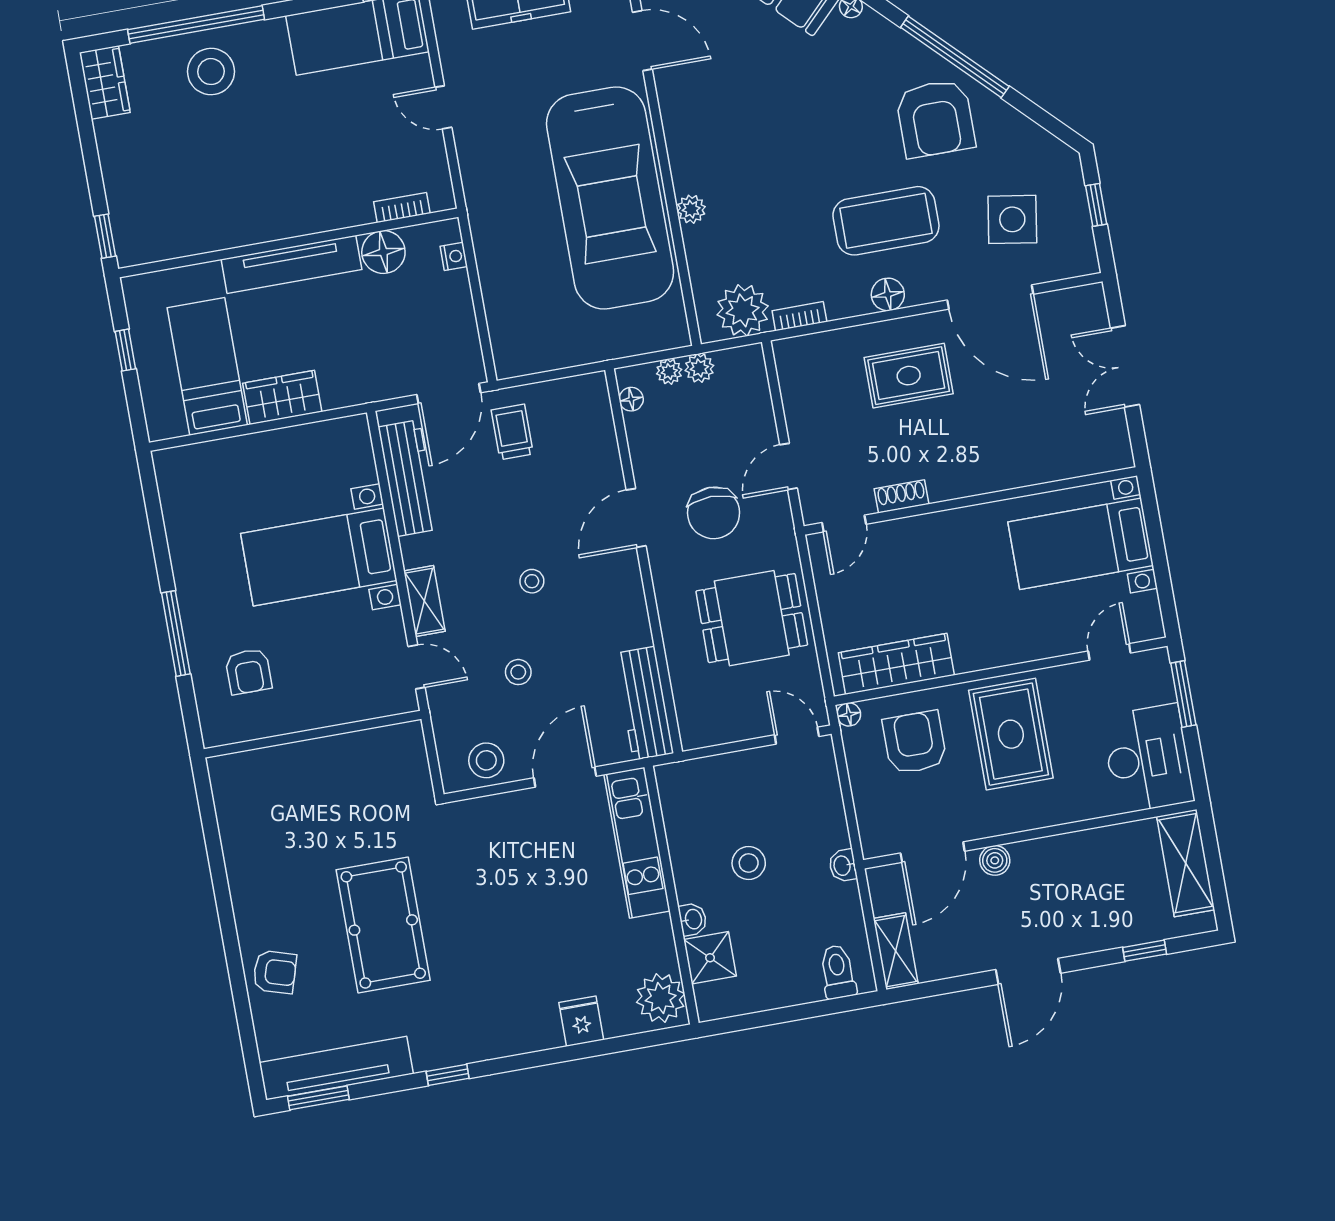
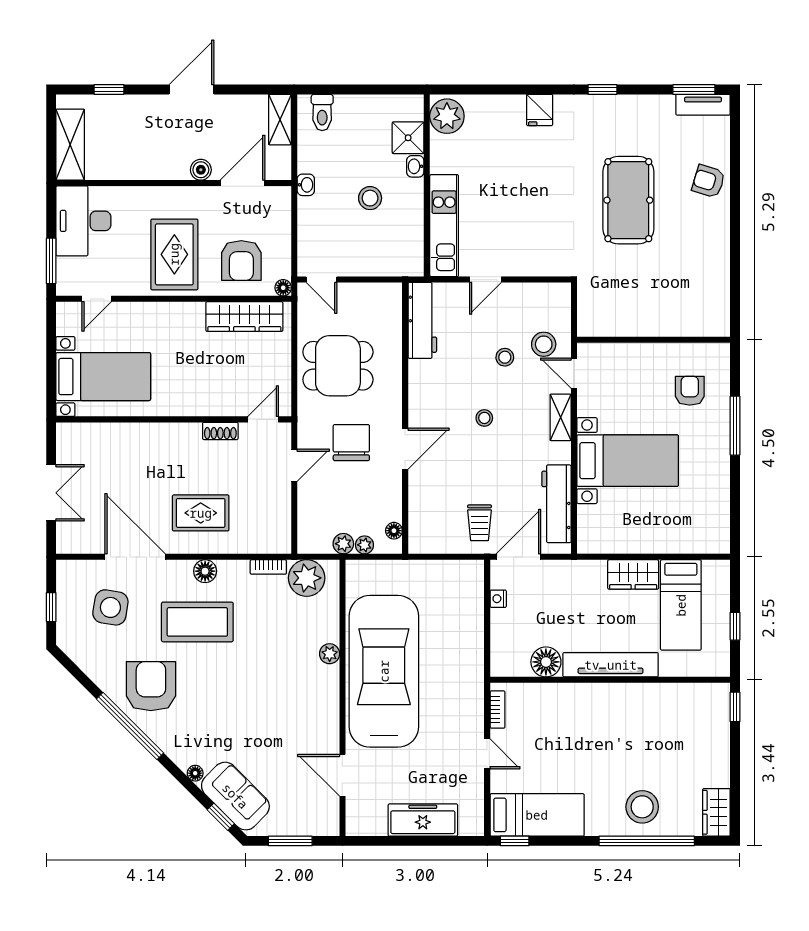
bookcase: (402, 208) -> (497, 710), moved, turned -90
nightstand: (454, 256) -> (498, 599), moved
stool: (486, 760) -> (544, 344), moved
door: (565, 777) -> (485, 280), width x0.73
fridge: (581, 1021) -> (540, 110), moved
tv unit: (336, 1068) -> (703, 105), width x0.52, depth x0.78

